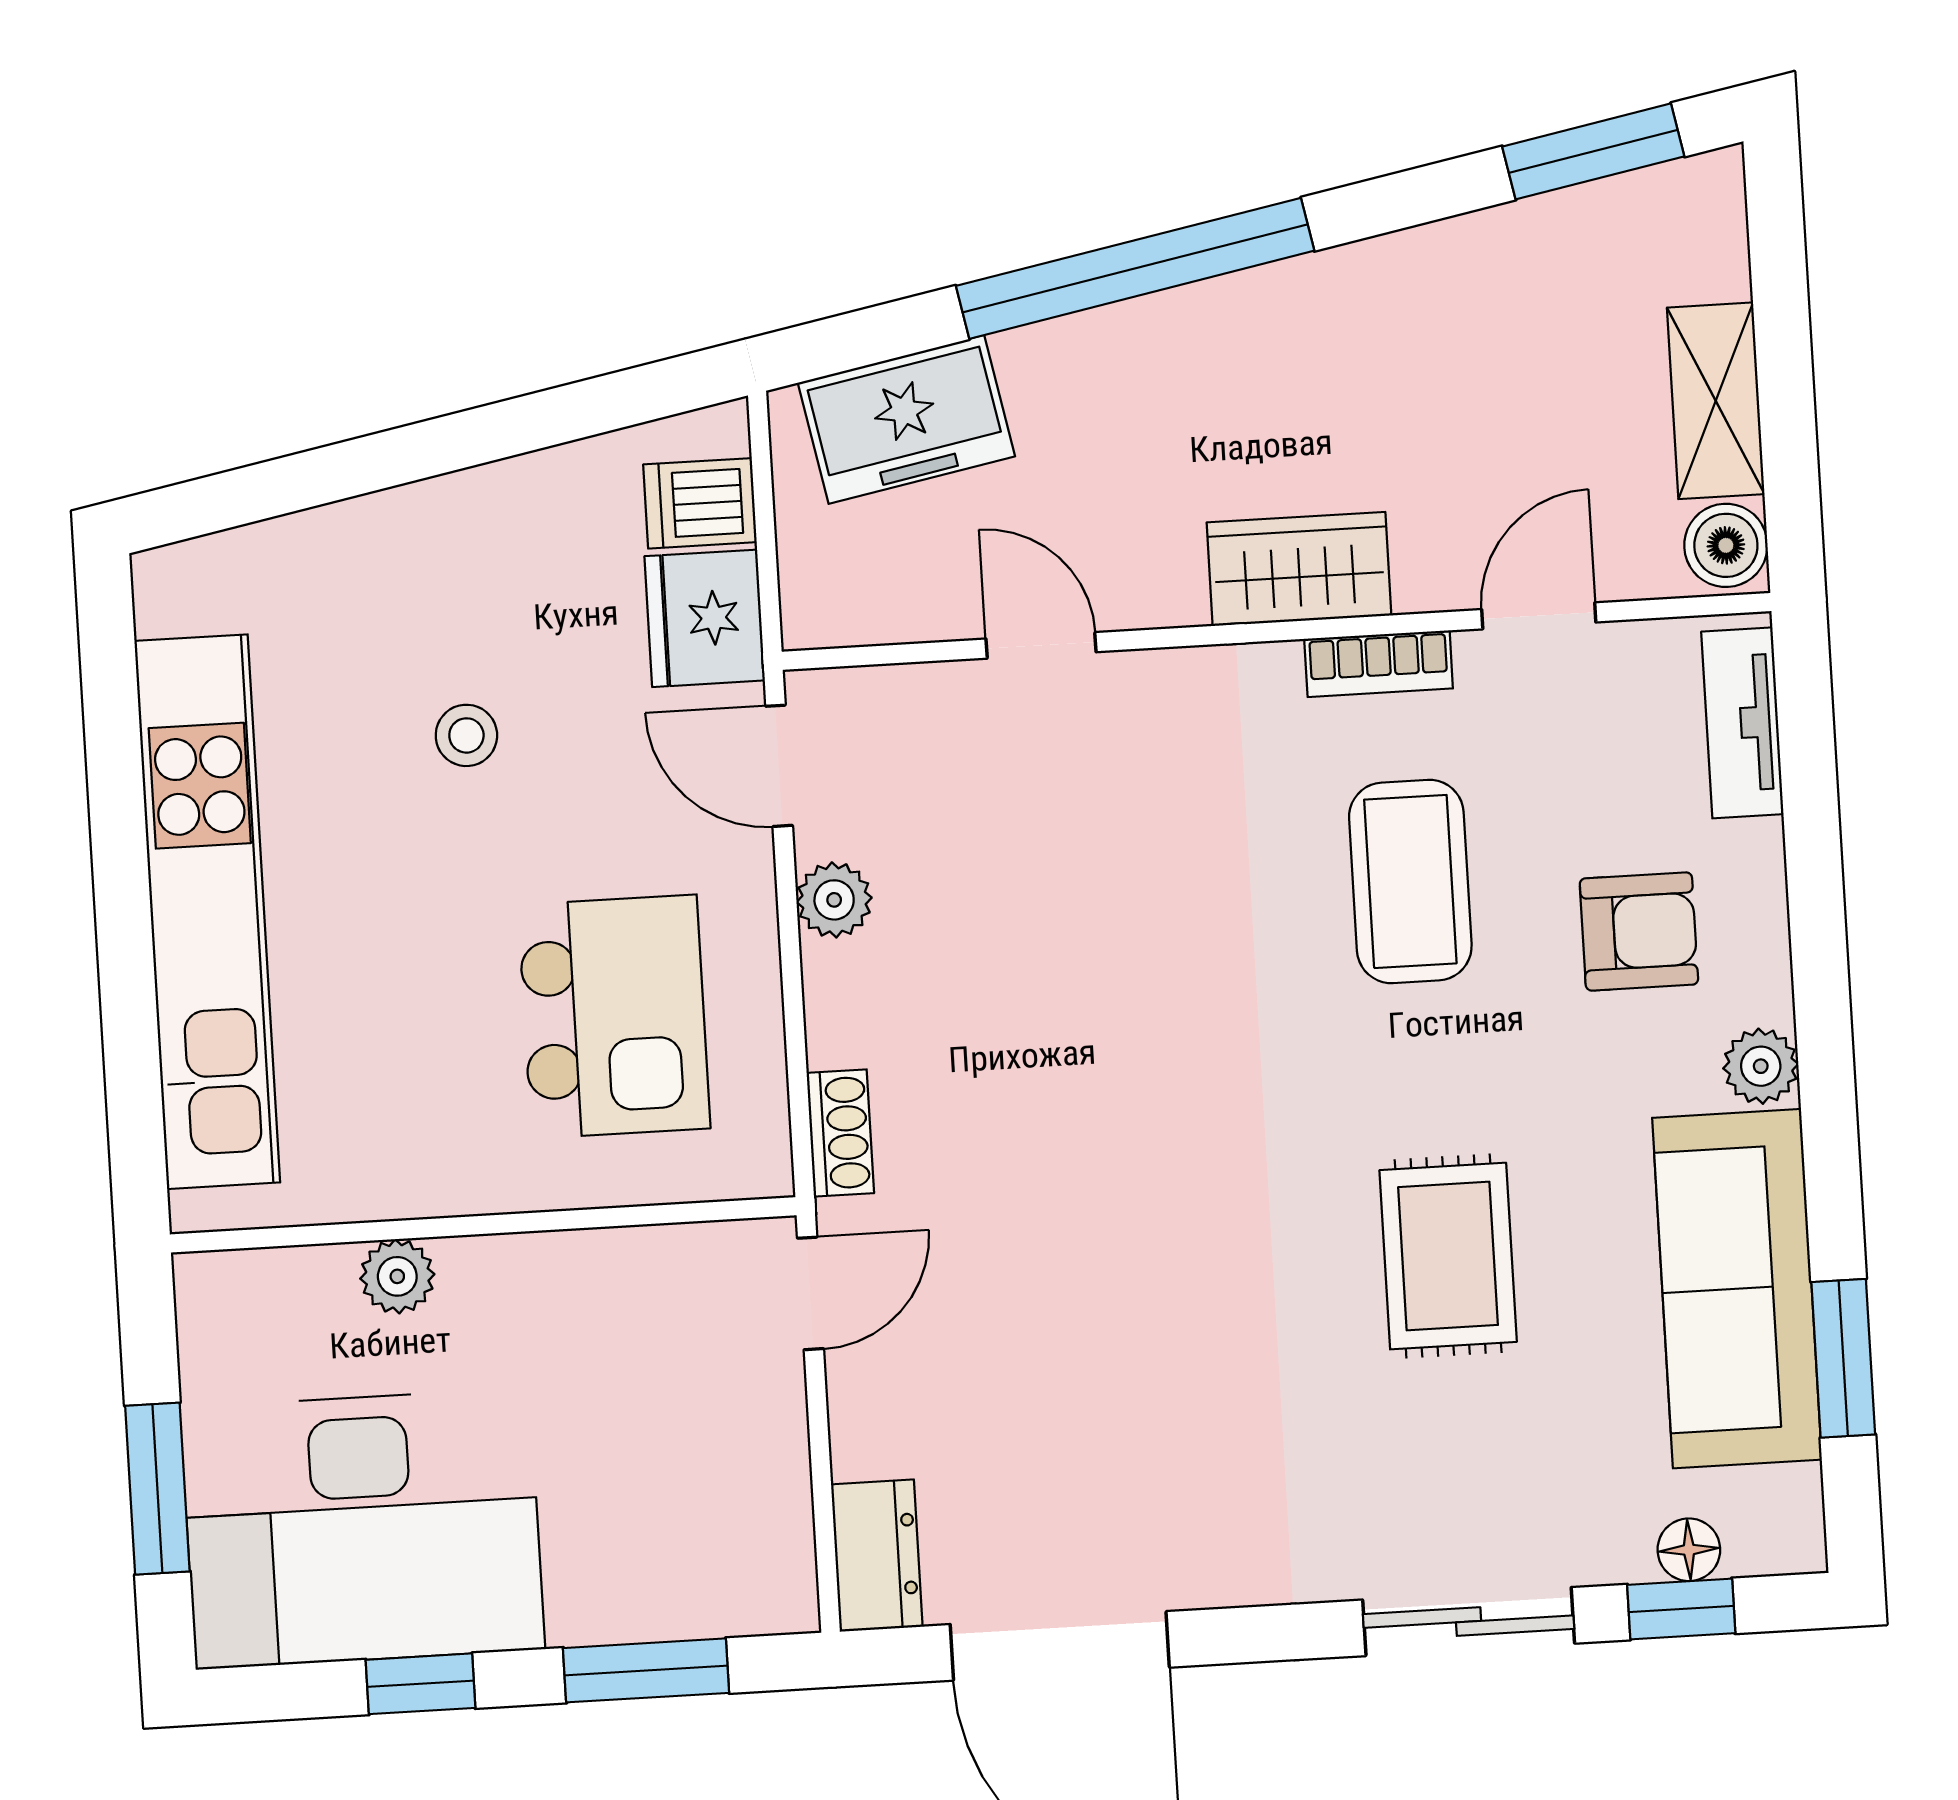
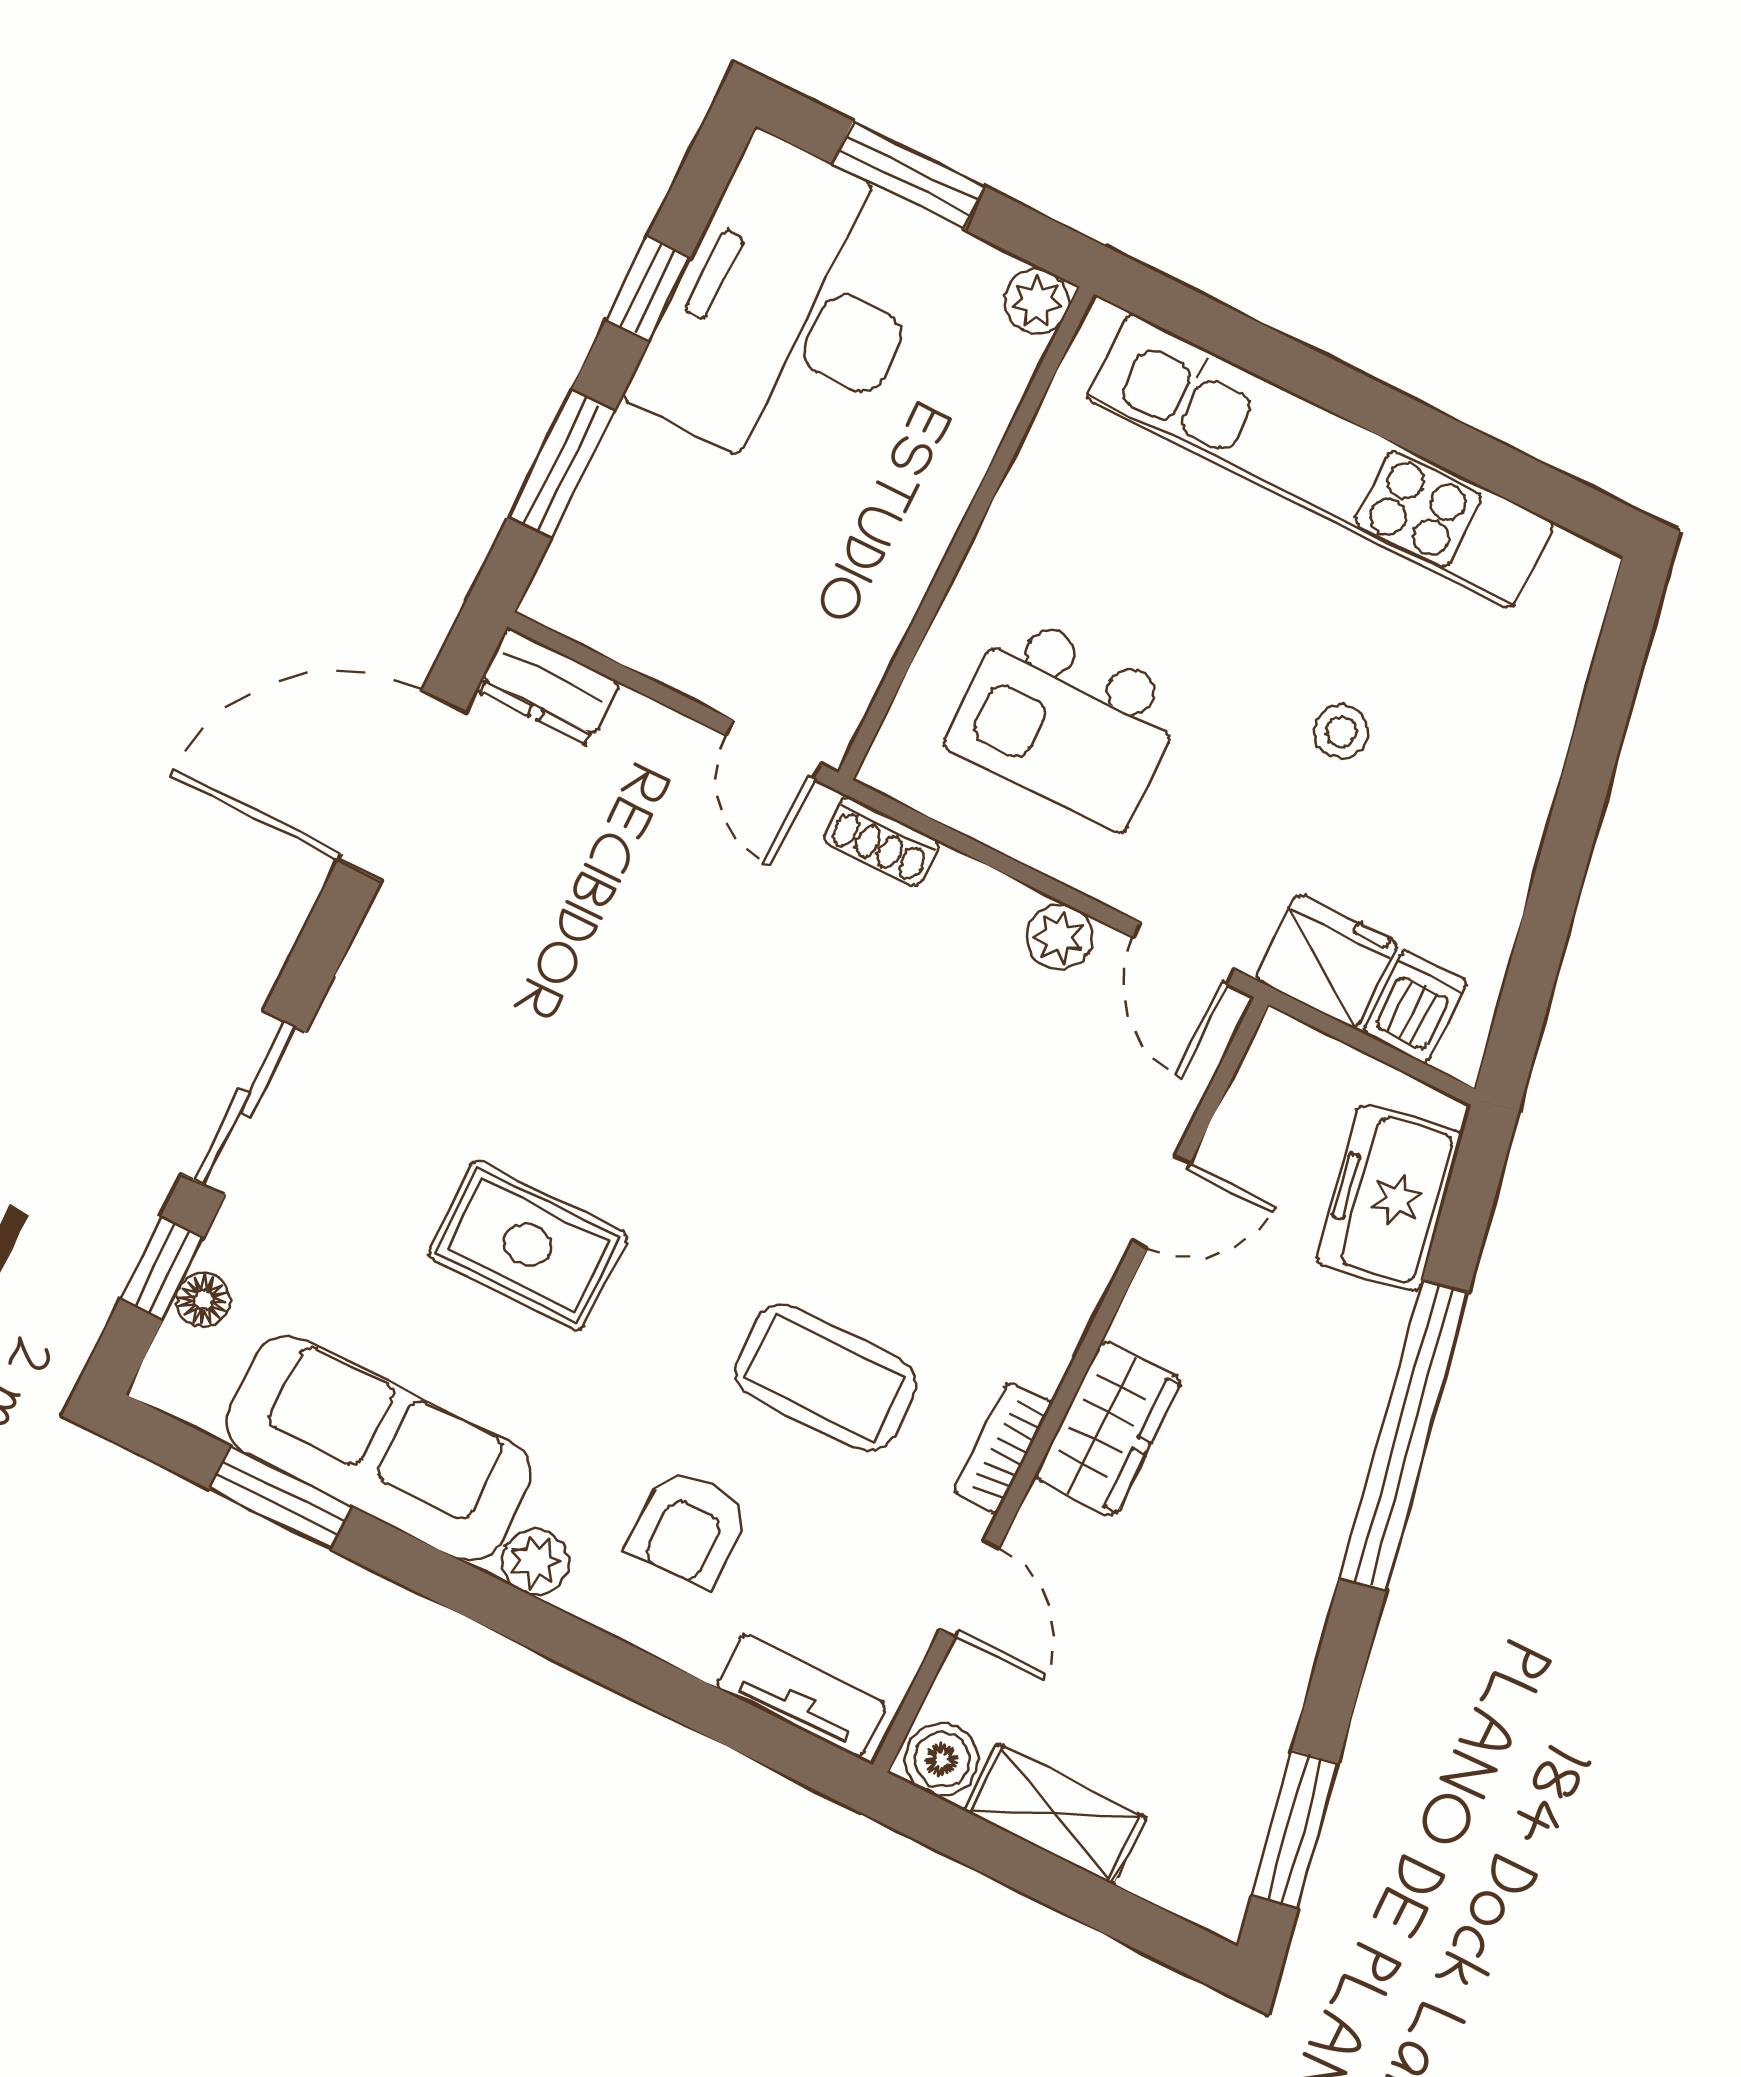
door: (779, 766) -> (1184, 953), swing flipped
plant: (397, 1276) -> (1037, 301), moved

